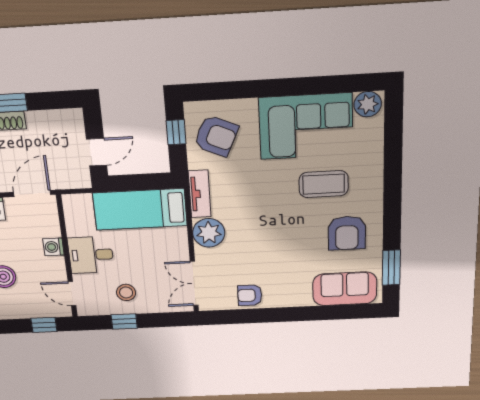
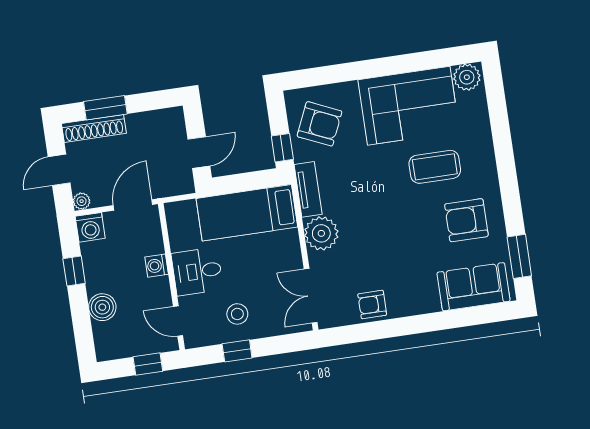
window: (176, 132) -> (282, 148), moved
armchair: (347, 233) -> (466, 220), turned 90

